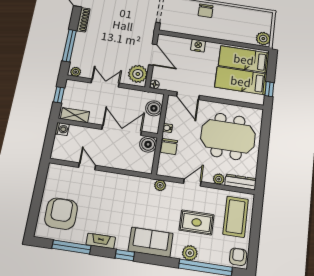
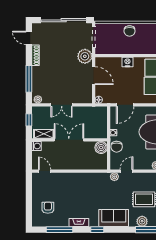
plant: (138, 74) -> (85, 56), moved
double door: (105, 83) -> (62, 105), swing flipped
door: (188, 96) -> (125, 105), hinge flipped
boiler: (154, 108) -> (101, 119), removed
double door: (122, 130) -> (69, 140), moved
door: (87, 166) -> (45, 171), moved
door: (192, 183) -> (127, 171), moved
armchair: (61, 214) -> (48, 208), width x0.53, depth x0.53

